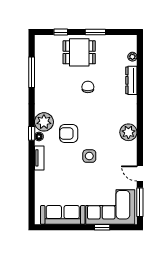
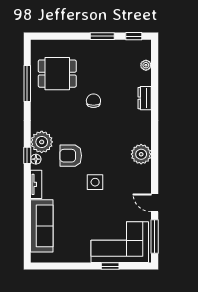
window: (61, 32) -> (134, 36), moved
dining table: (79, 52) -> (57, 74), moved
dresser: (131, 80) -> (145, 98), width x0.70
sofa: (63, 215) -> (42, 226), moved, turned 90

